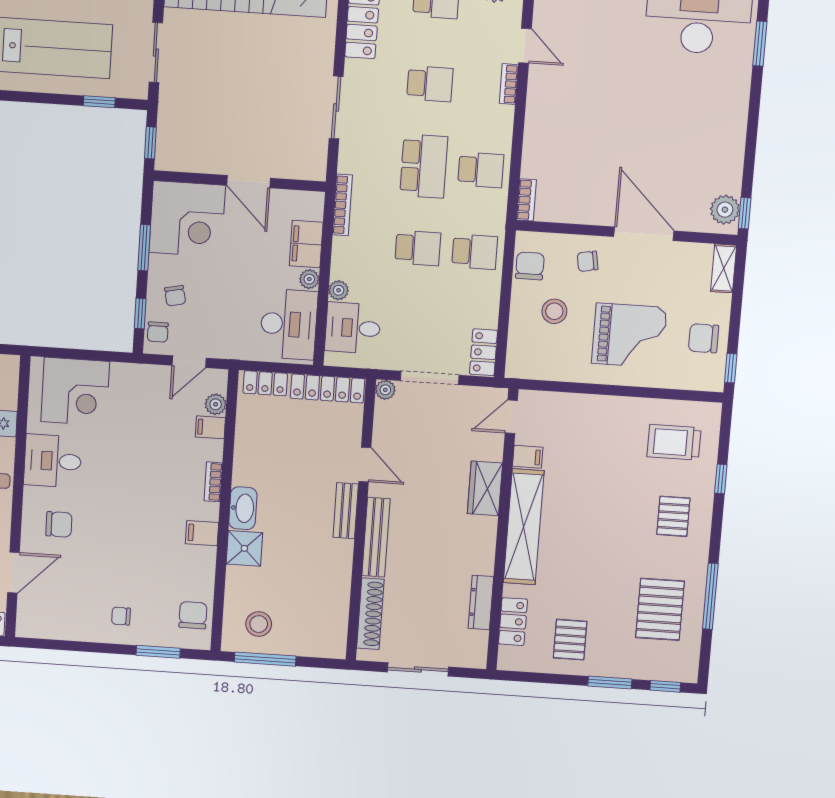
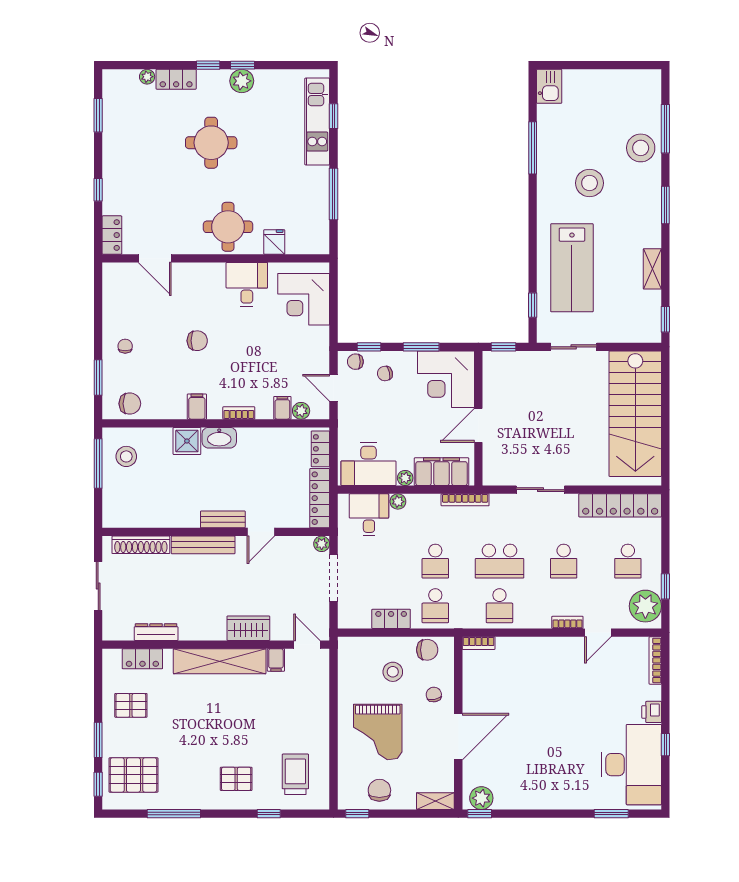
filing cabinet: (306, 244) -> (441, 472), width x1.50, depth x1.17
locker: (484, 352) -> (391, 619), moved
chair: (59, 524) -> (197, 341), moved, turned -90
pallet: (660, 609) -> (133, 775), moved

